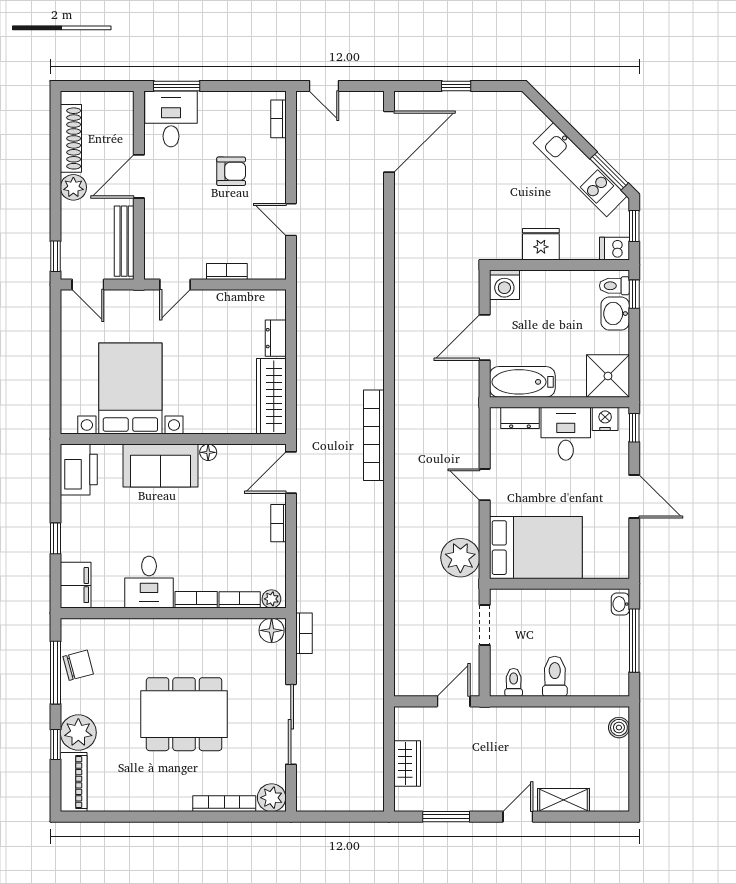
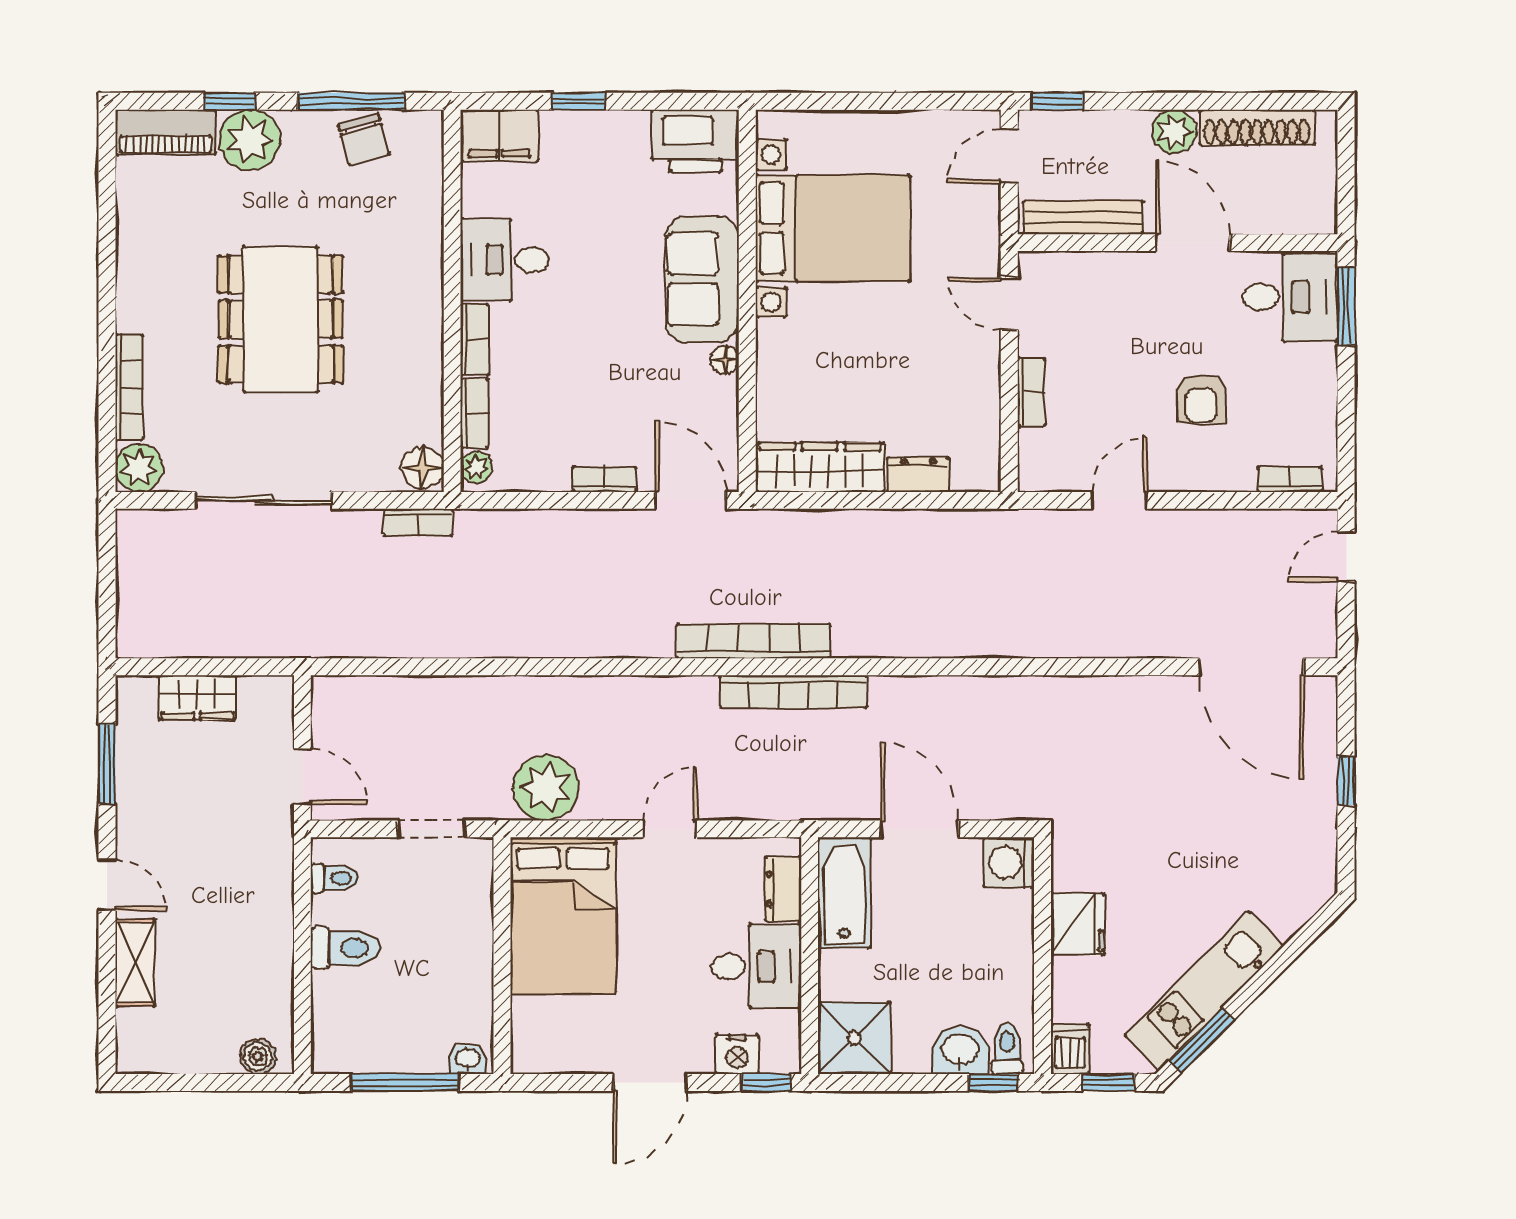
bookcase: (404, 412) -> (793, 692), added
nightstand: (605, 419) -> (737, 1054), moved, turned 90

